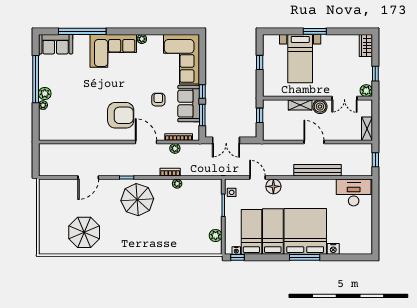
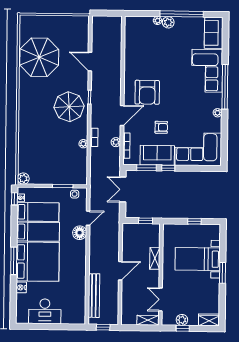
window: (82, 31) -> (225, 87), moved
corner sofa: (113, 51) -> (207, 71), moved
plant: (366, 91) -> (182, 320), moved
boiler: (320, 107) -> (153, 277), removed
shelving: (367, 129) -> (148, 320), moved
bench: (318, 170) -> (94, 296), moved
desk: (354, 193) -> (45, 311), moved, turned 90
parasol: (84, 232) -> (39, 57), width x1.36, depth x1.36
plant: (216, 235) -> (23, 179), moved

